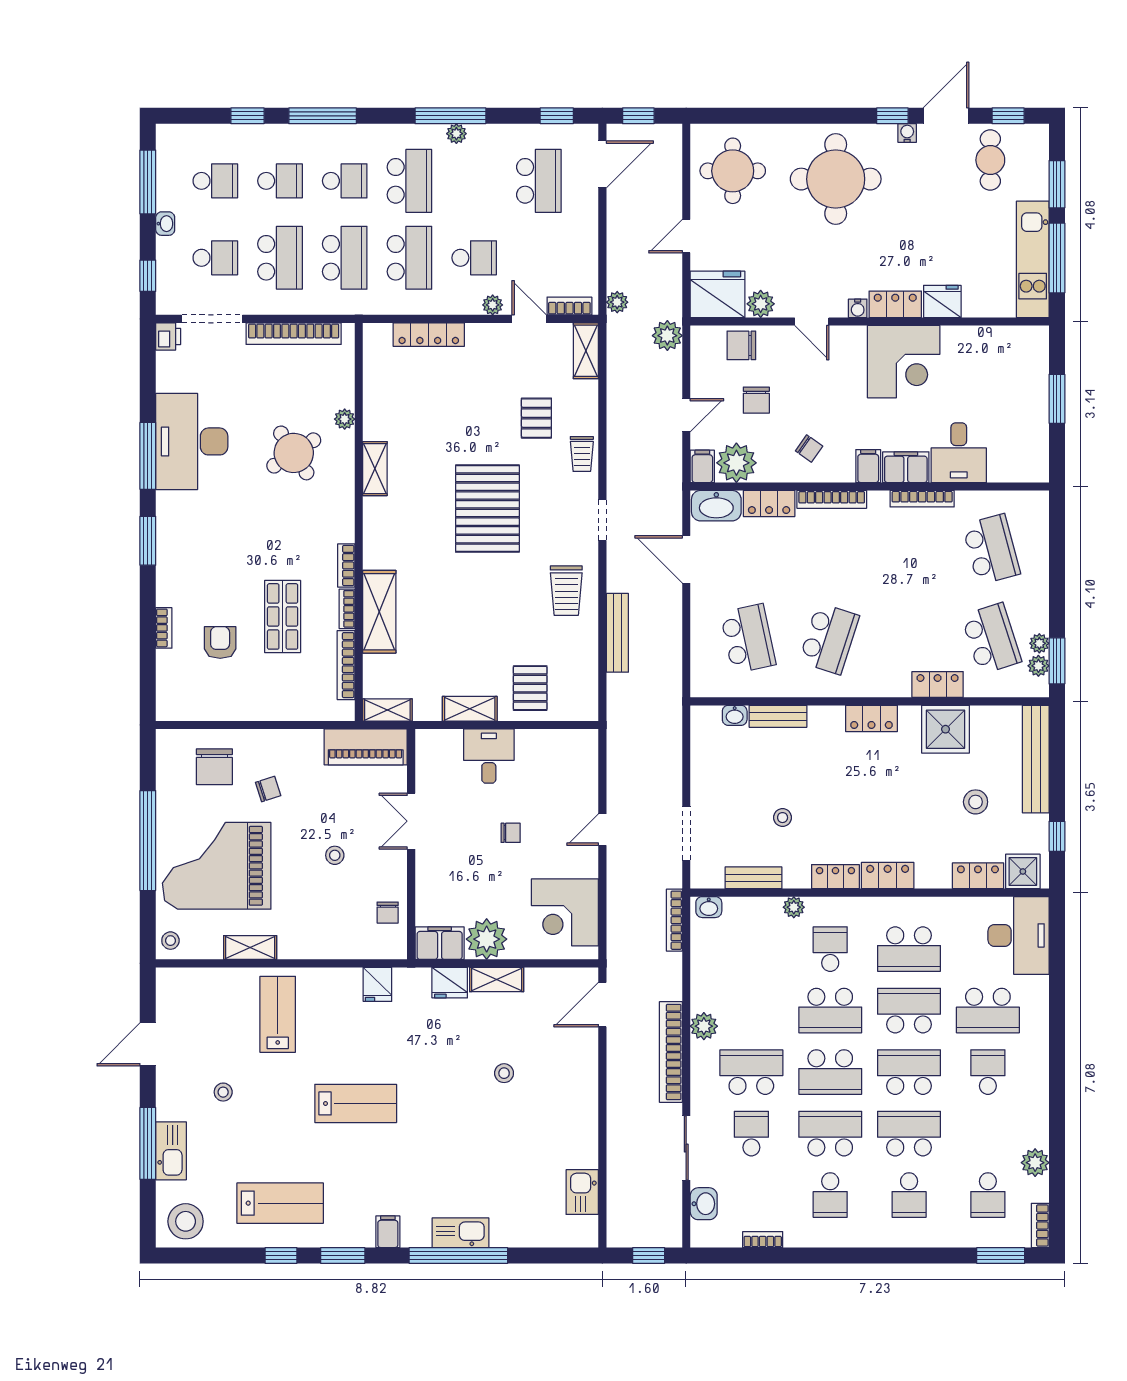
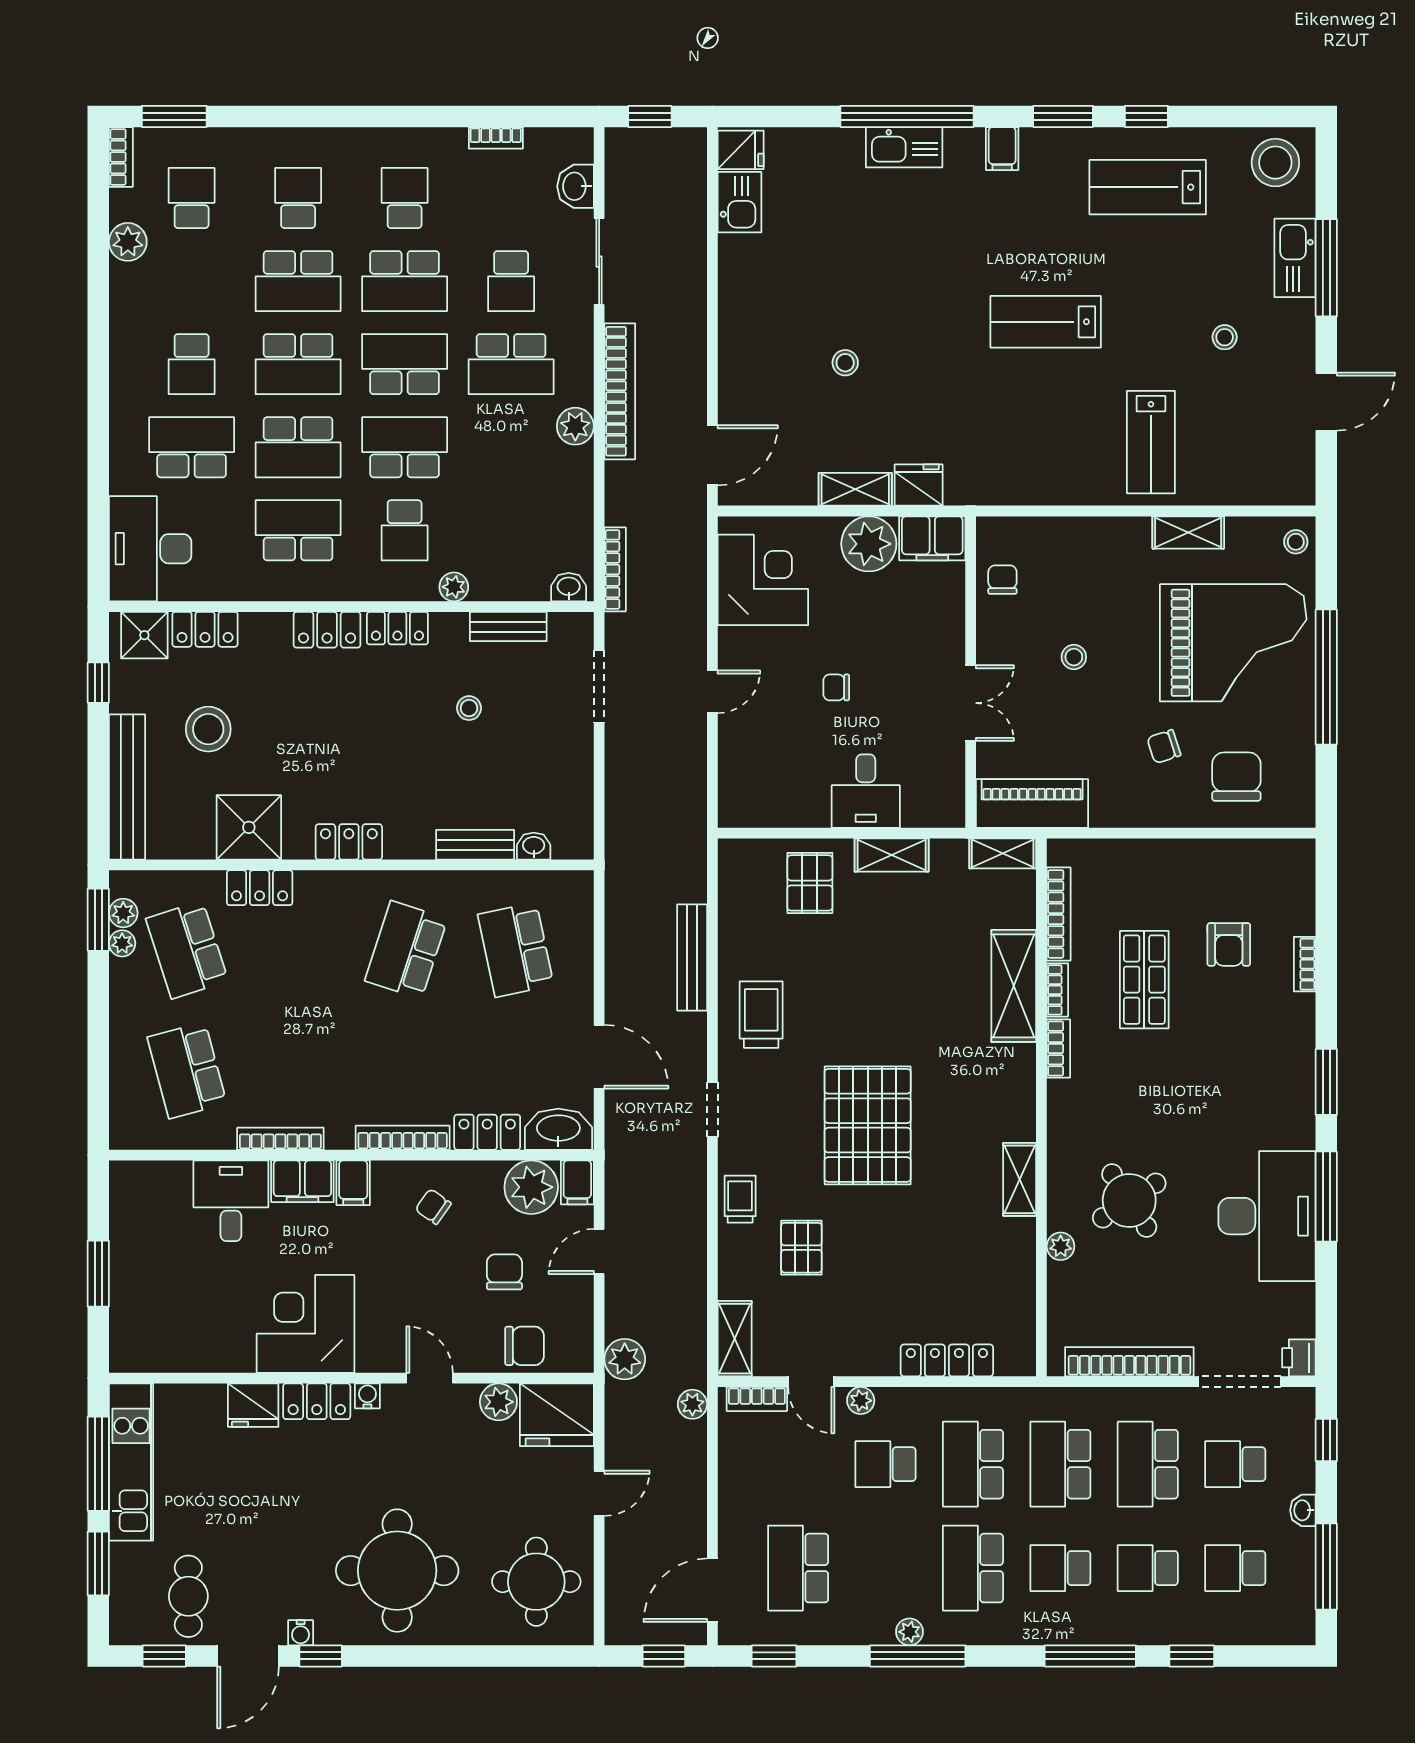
stool: (976, 802) -> (208, 729), width x1.38, depth x1.38
fridge: (377, 984) -> (741, 150), moved, turned 90

